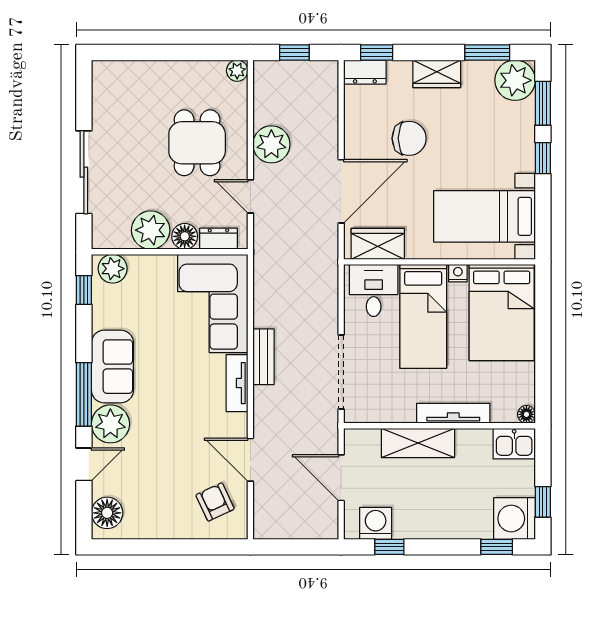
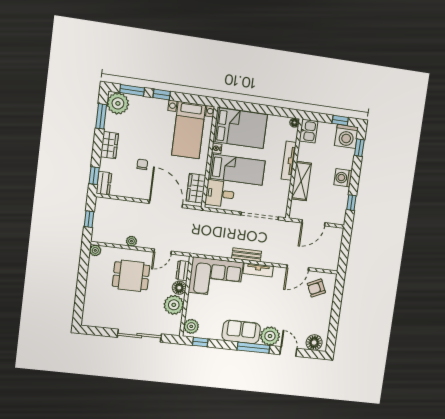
chair: (409, 138) -> (142, 164), width x0.54, depth x0.54
plant: (271, 144) -> (131, 241), width x0.53, depth x0.53
washing machine: (376, 523) -> (343, 178), moved

